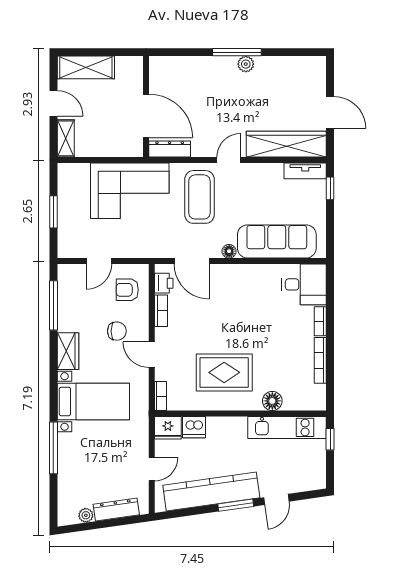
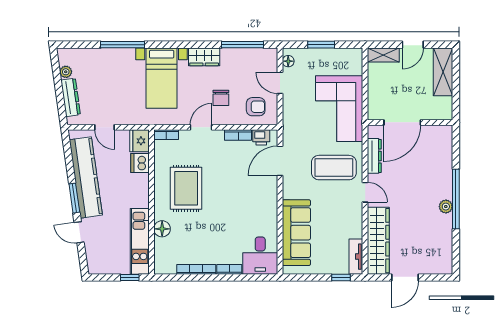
window: (237, 52) -> (456, 199), width x1.46
dresser: (170, 149) -> (374, 156), moved
floor lamp: (229, 251) -> (288, 61), moved
armchair: (127, 290) -> (256, 107), turned 90

